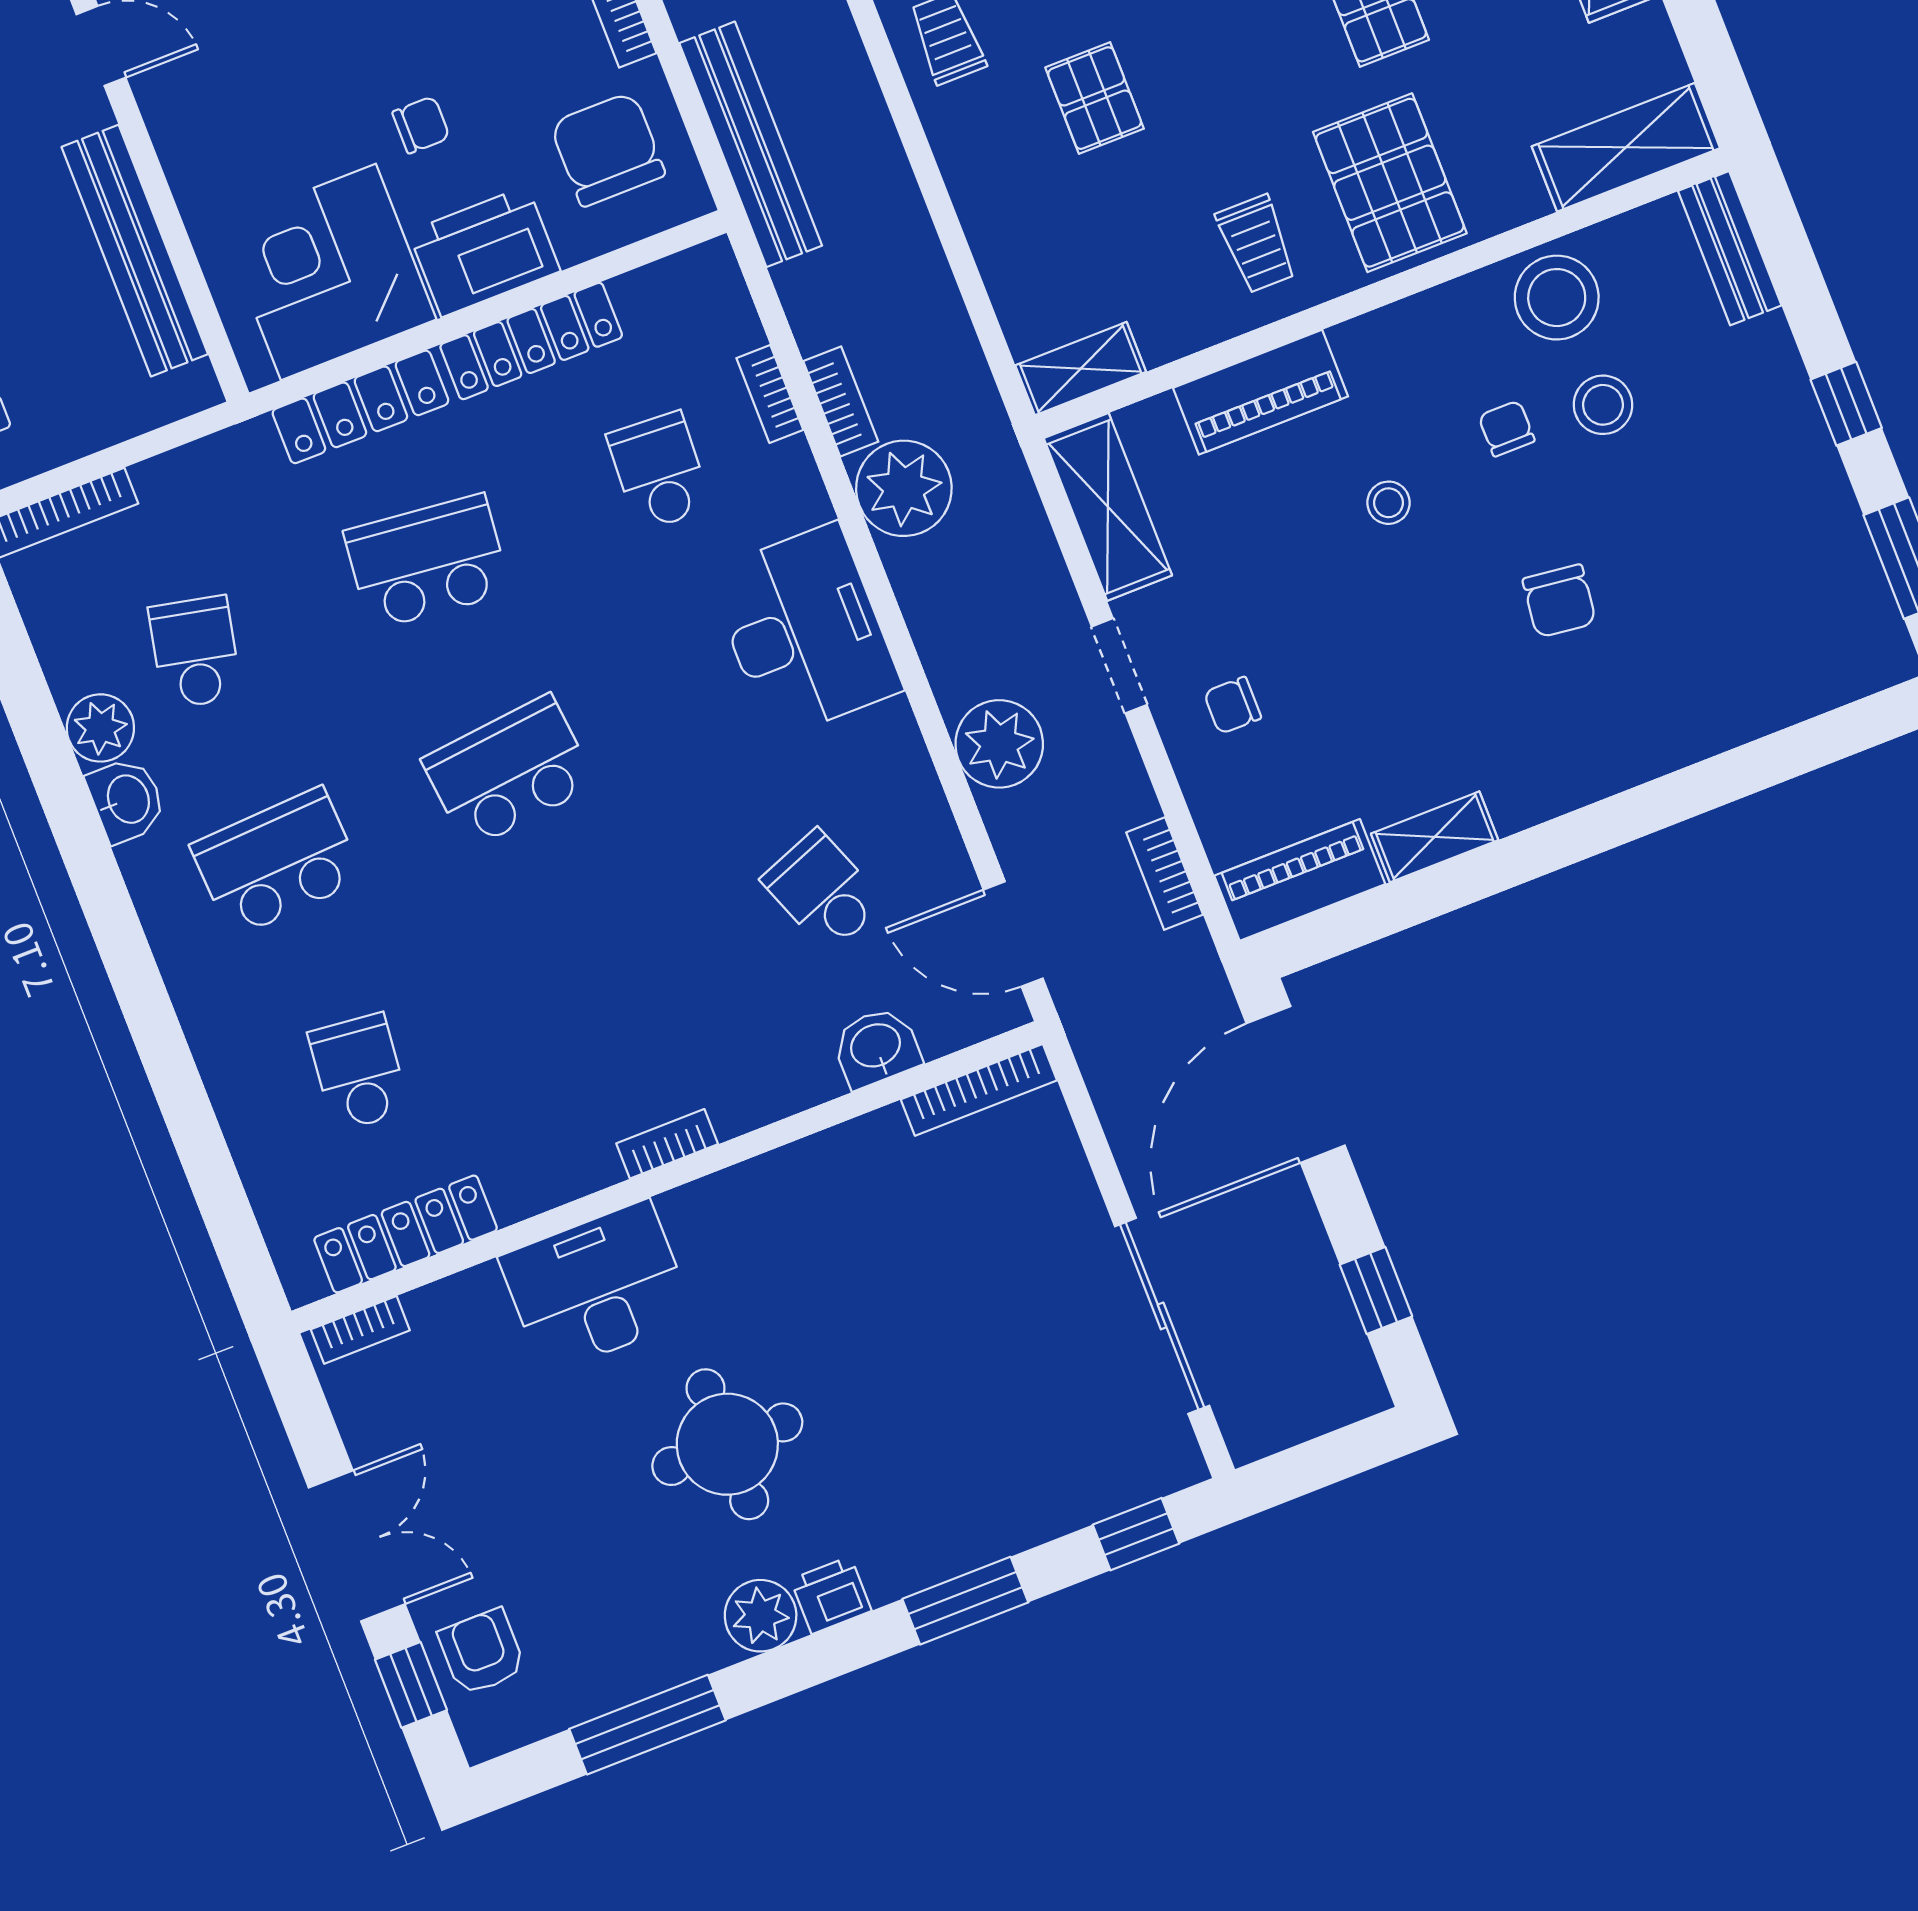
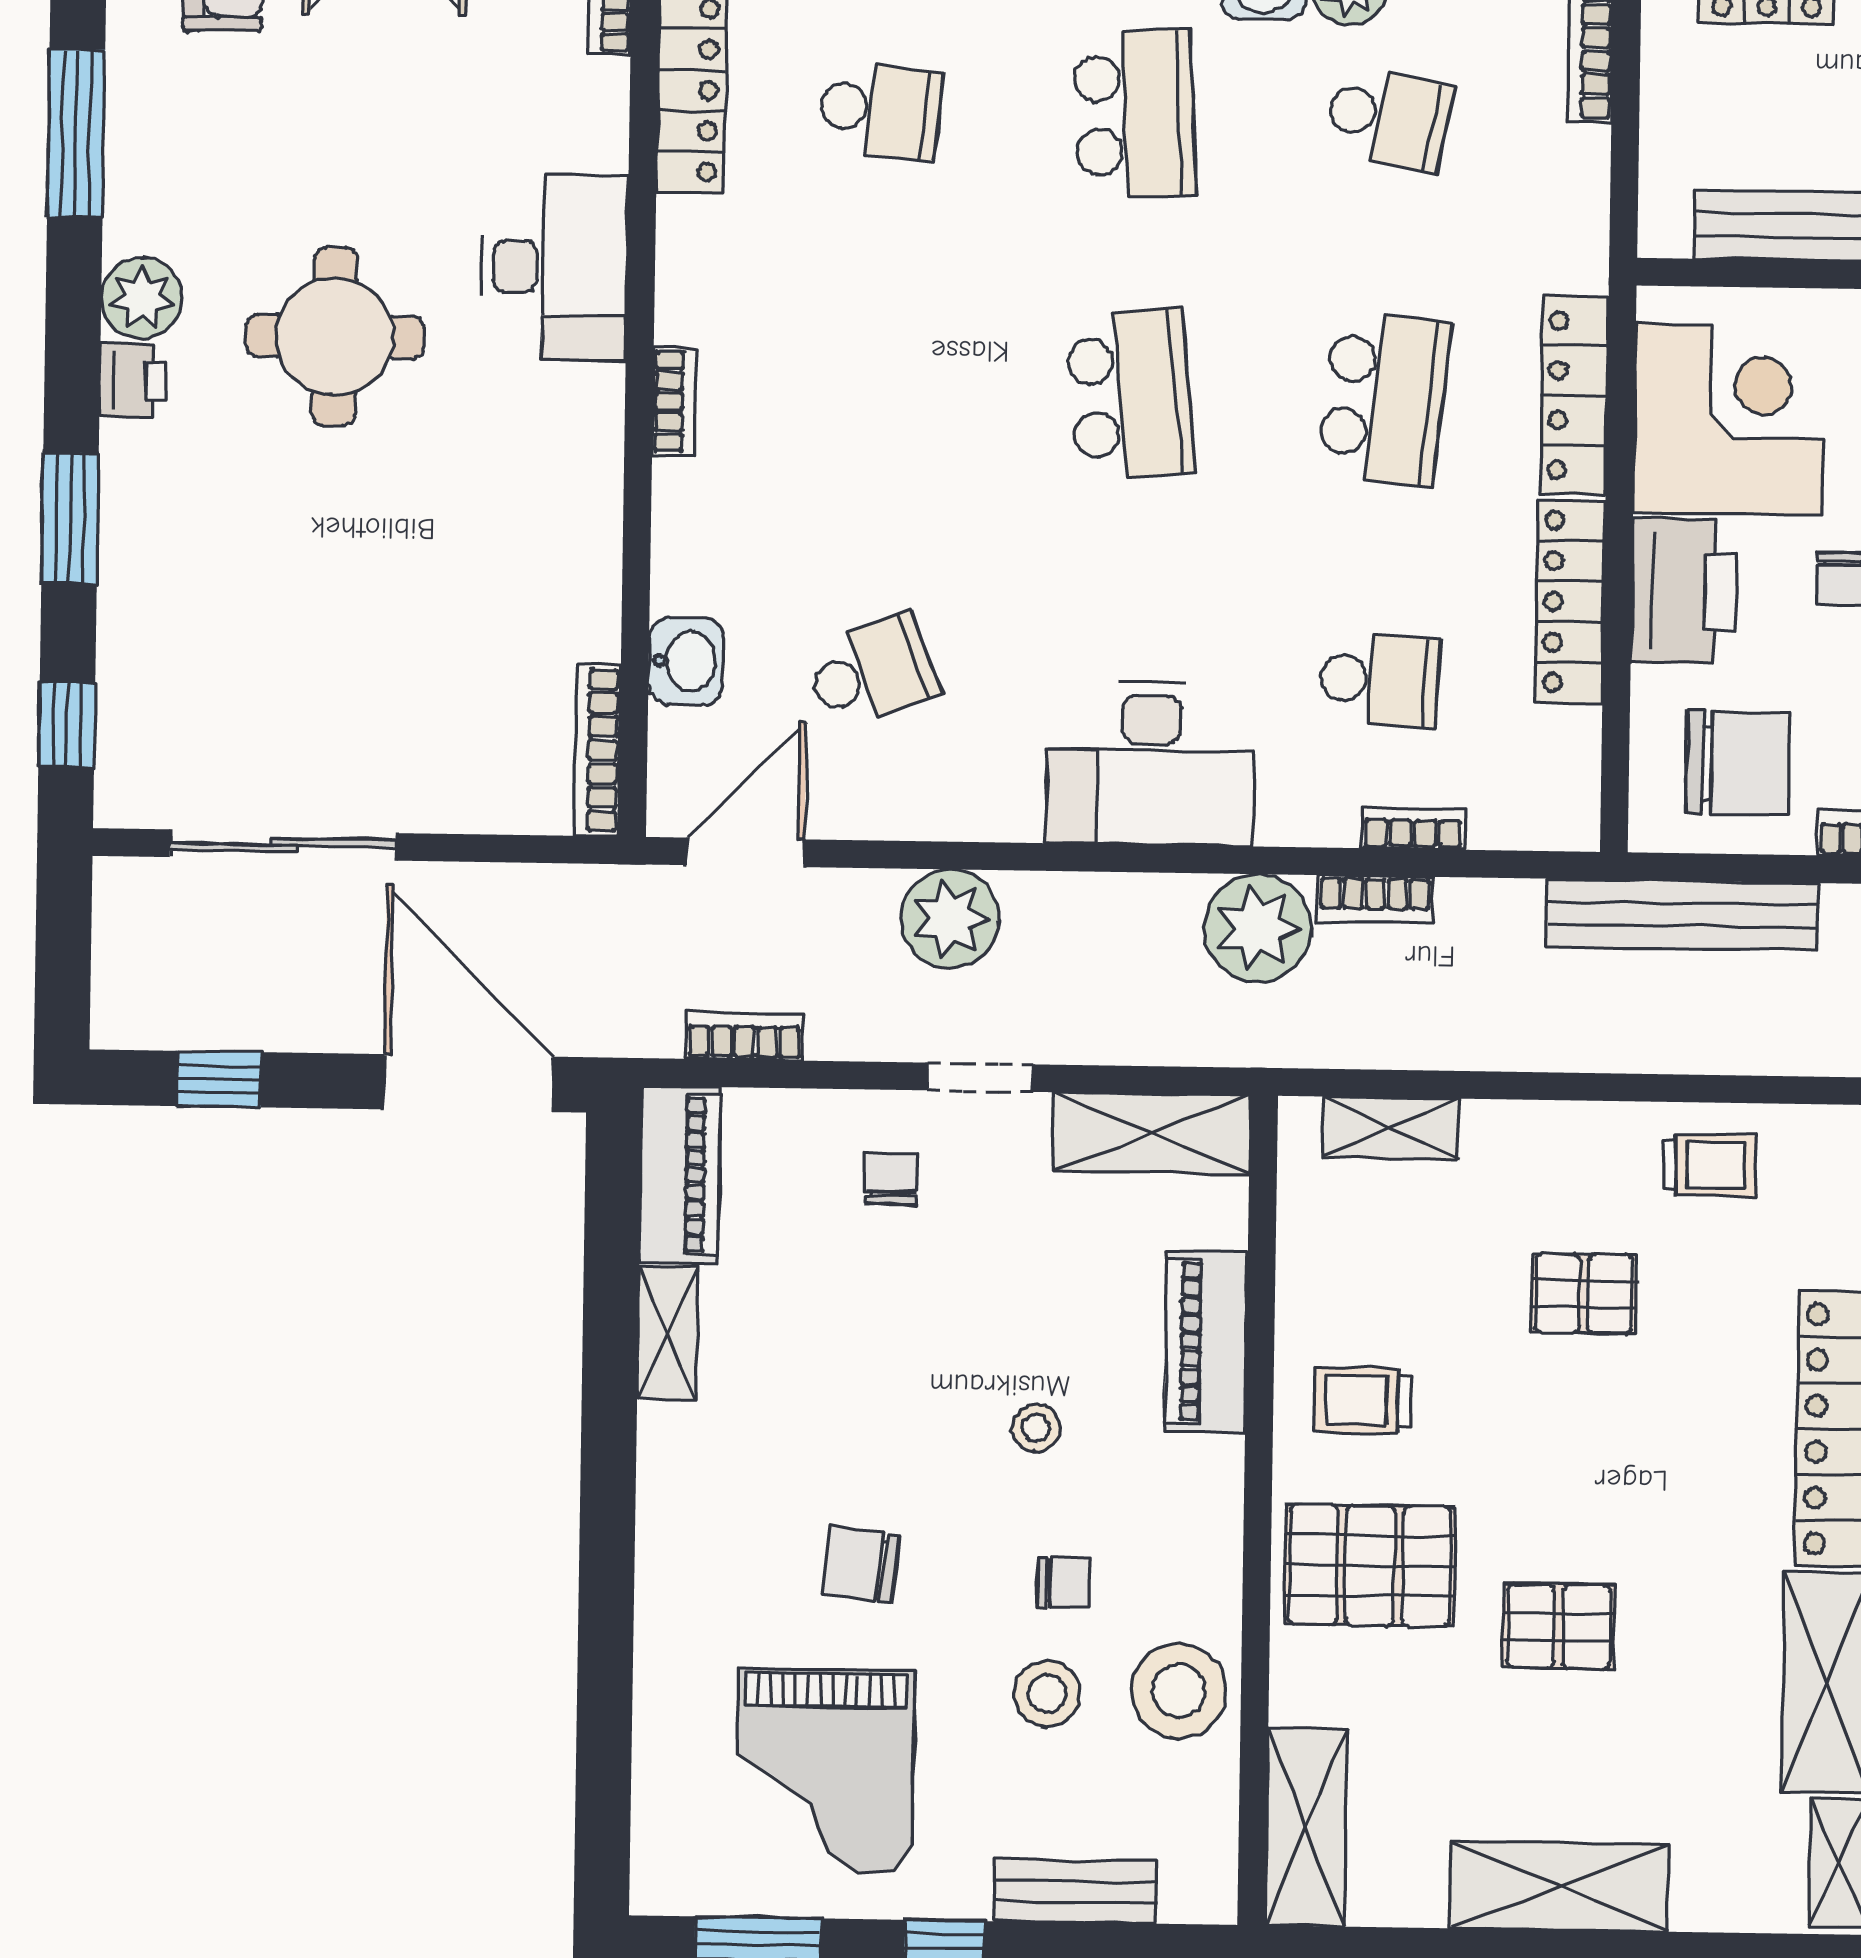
bench: (1730, 248) -> (1075, 1891), moved
shelving: (1081, 369) -> (1391, 1128), moved, turned 90
grand piano: (1741, 561) -> (825, 1771), added

